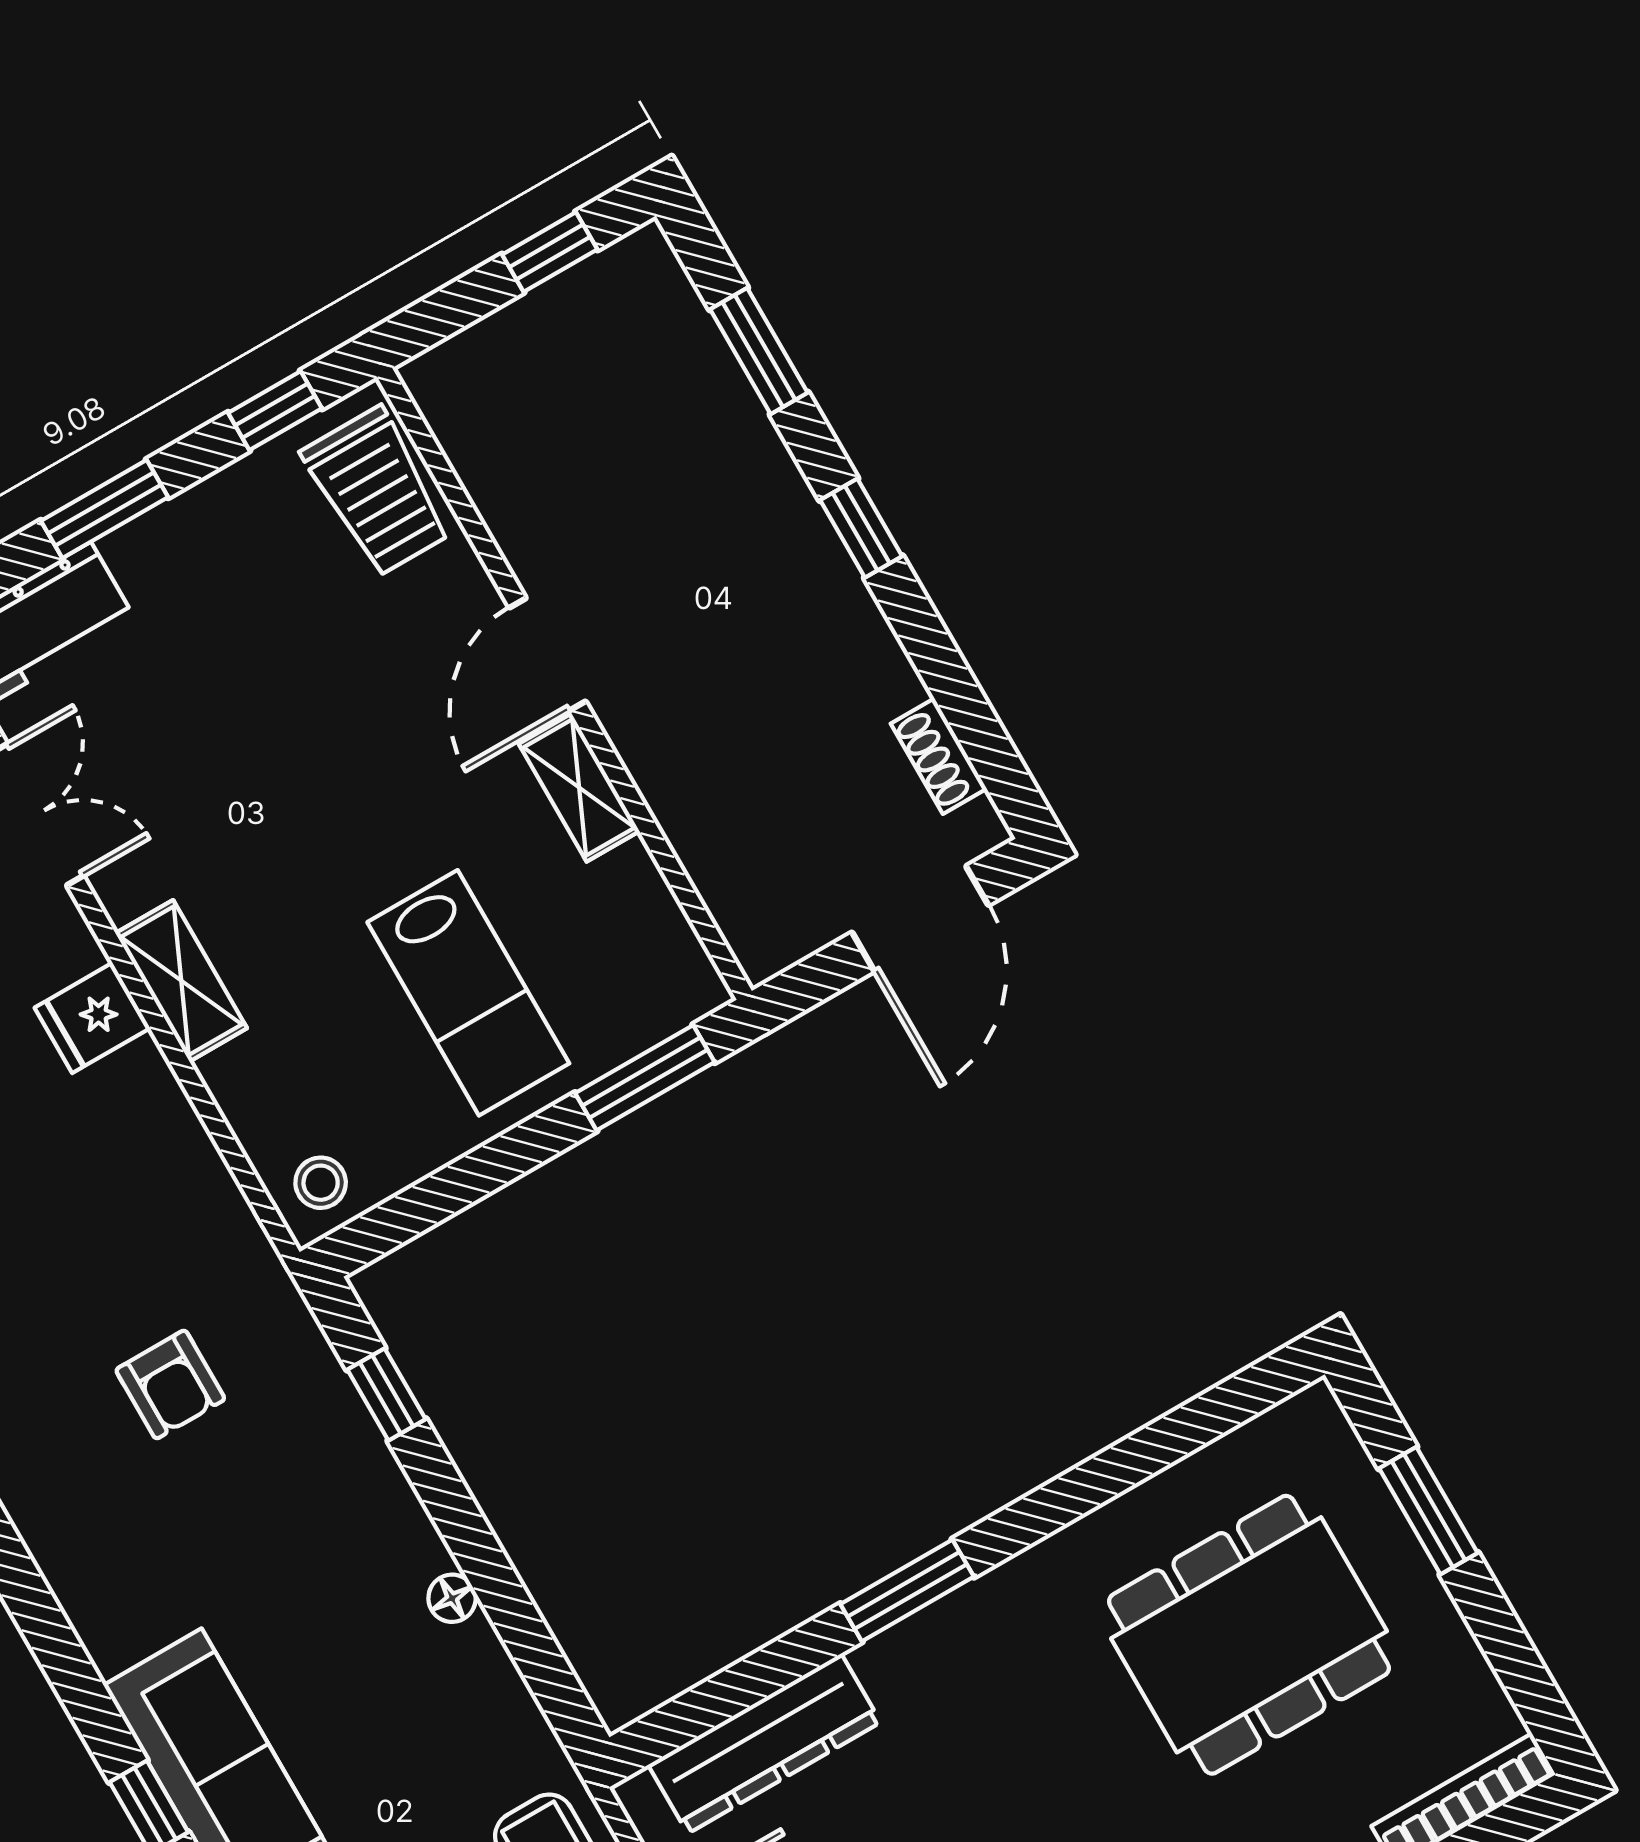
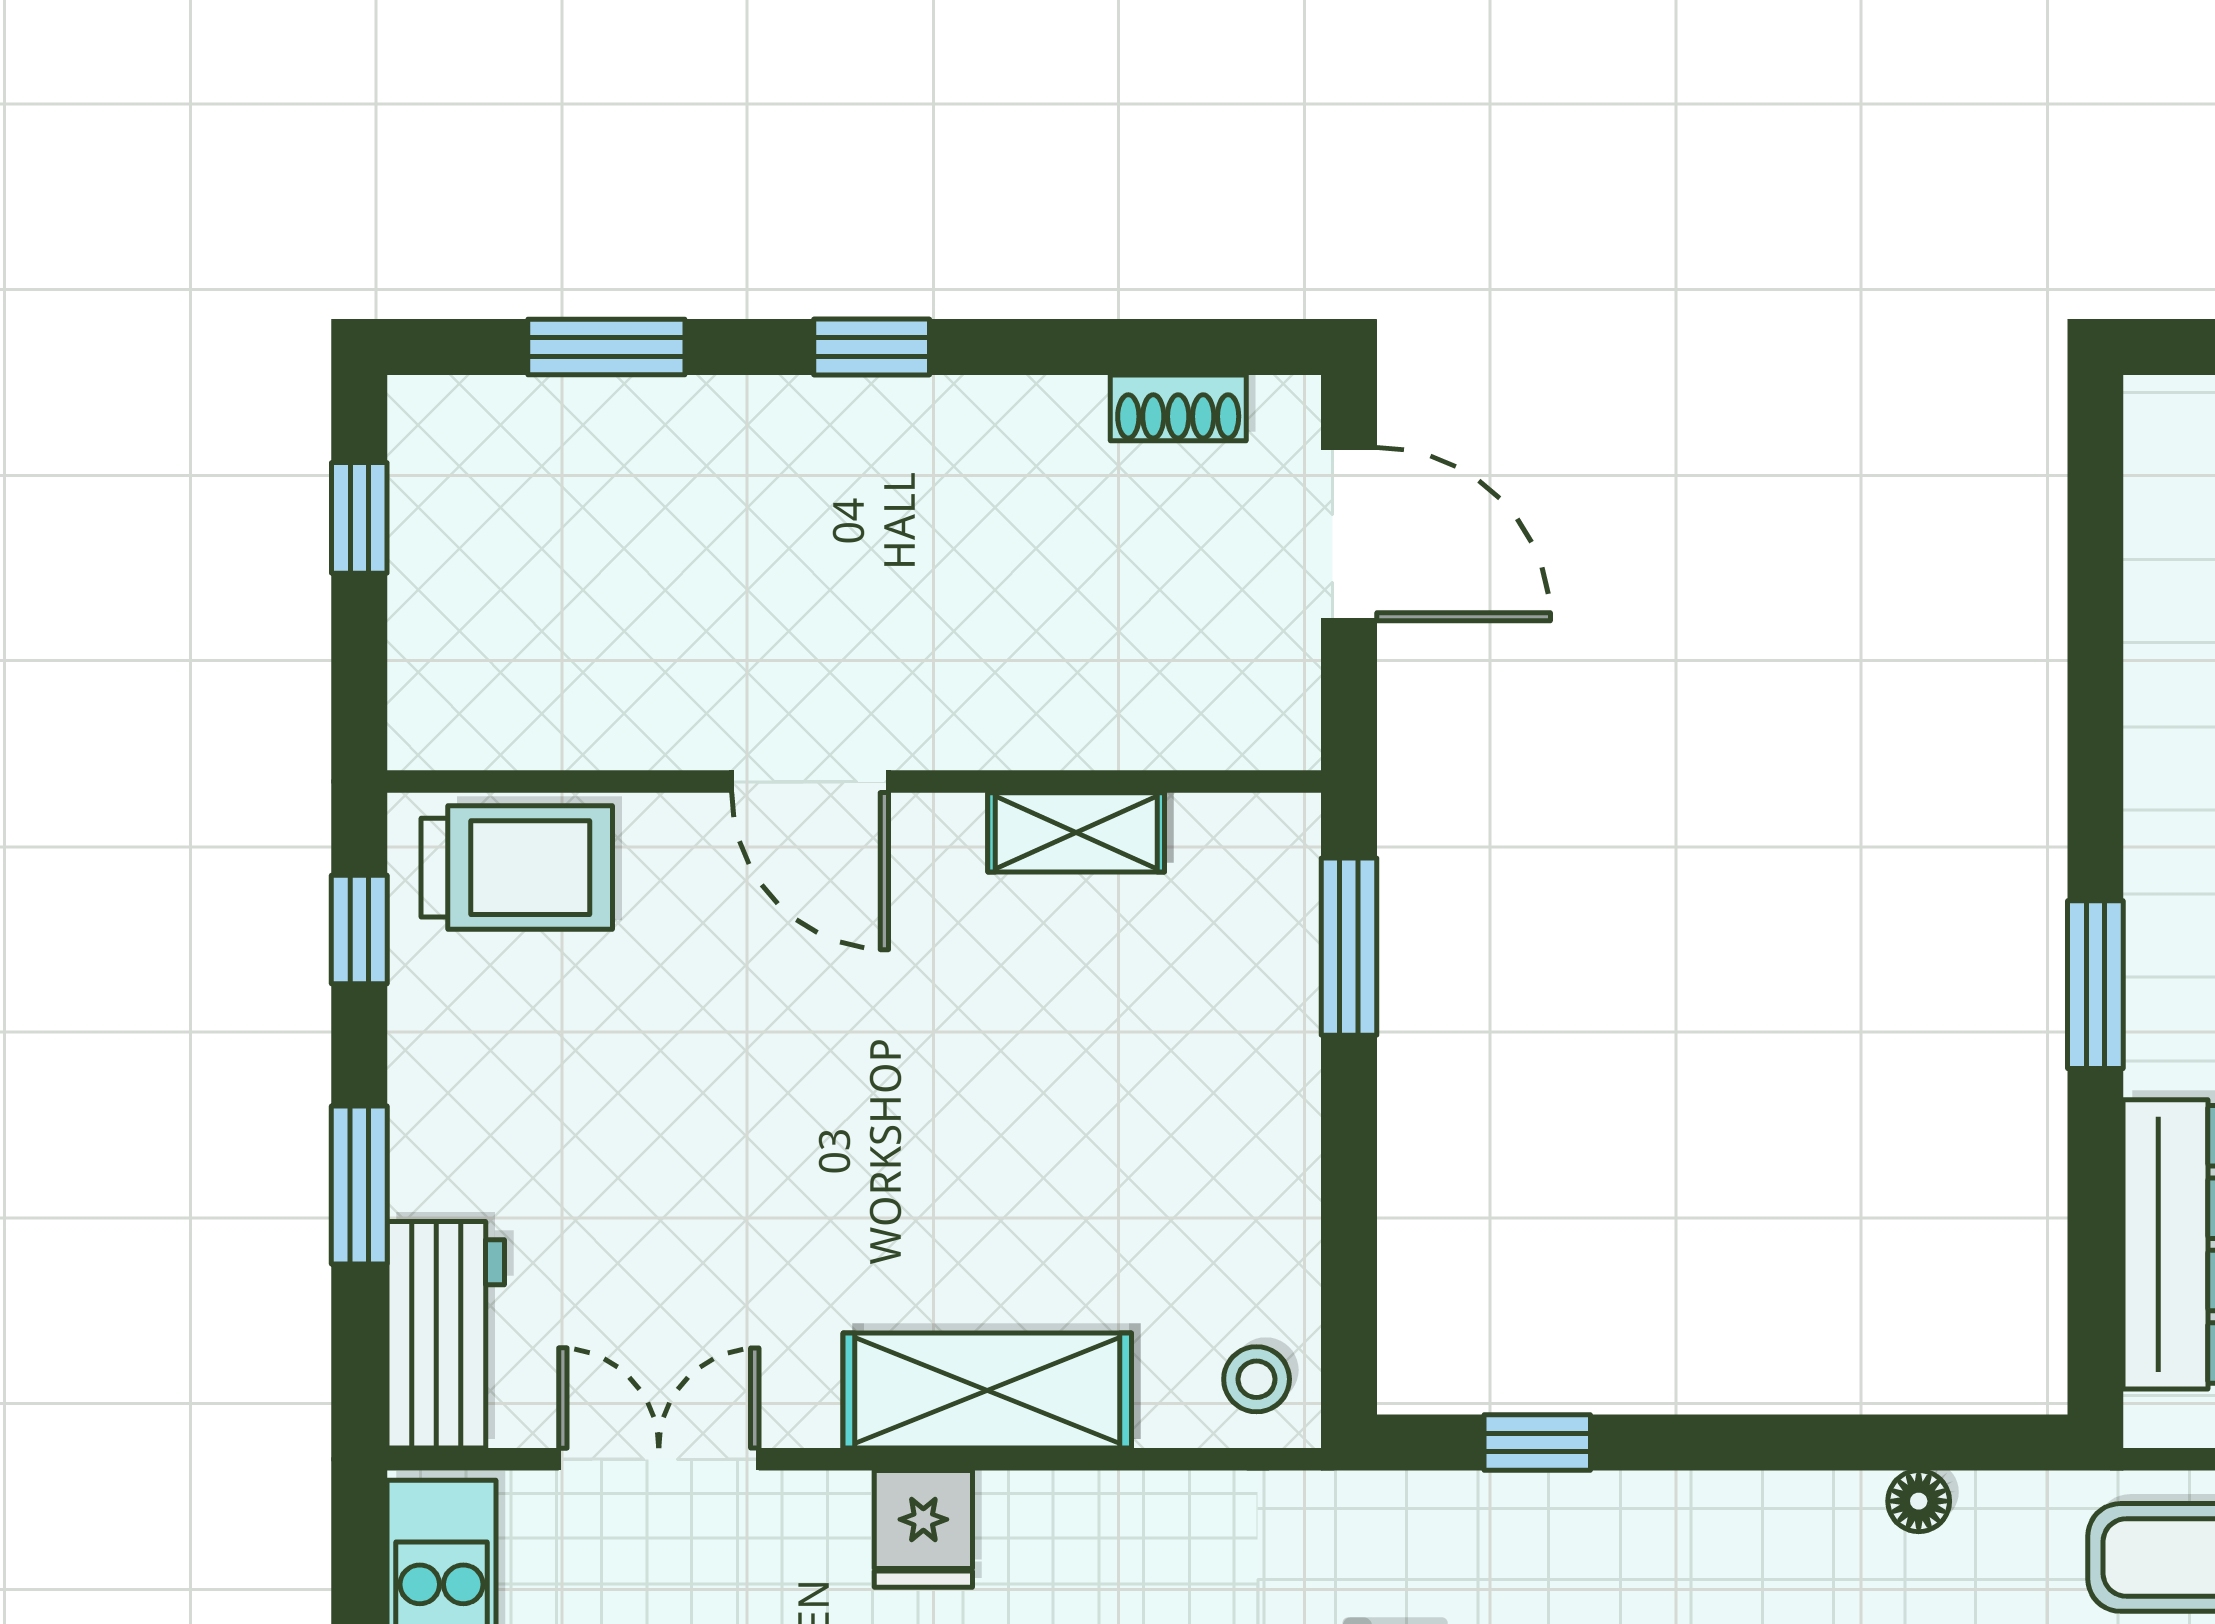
shelving: (579, 788) -> (1076, 832), moved
shelving: (181, 981) -> (987, 1390), width x1.50, depth x1.33
lab bench: (468, 993) -> (1139, 1090), removed
floor lamp: (452, 1598) -> (1919, 1501), moved

